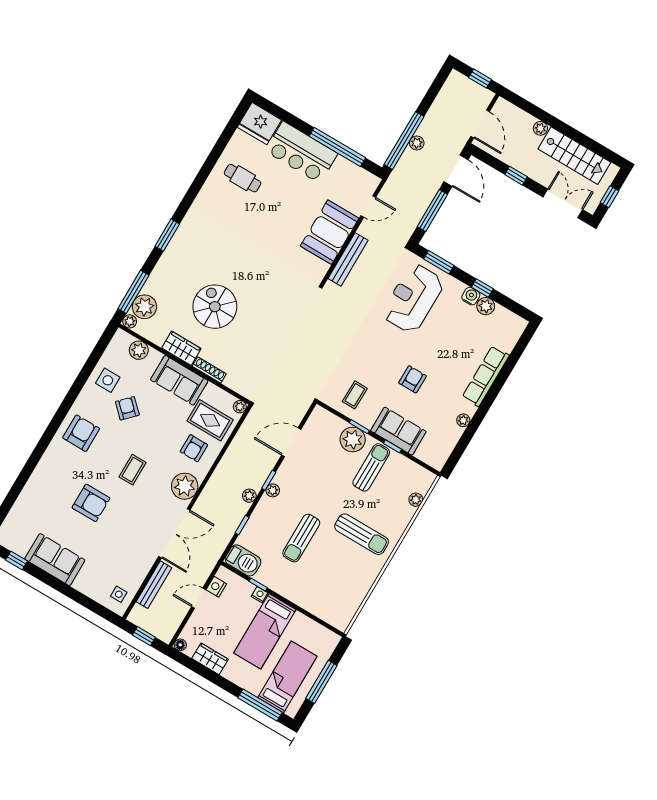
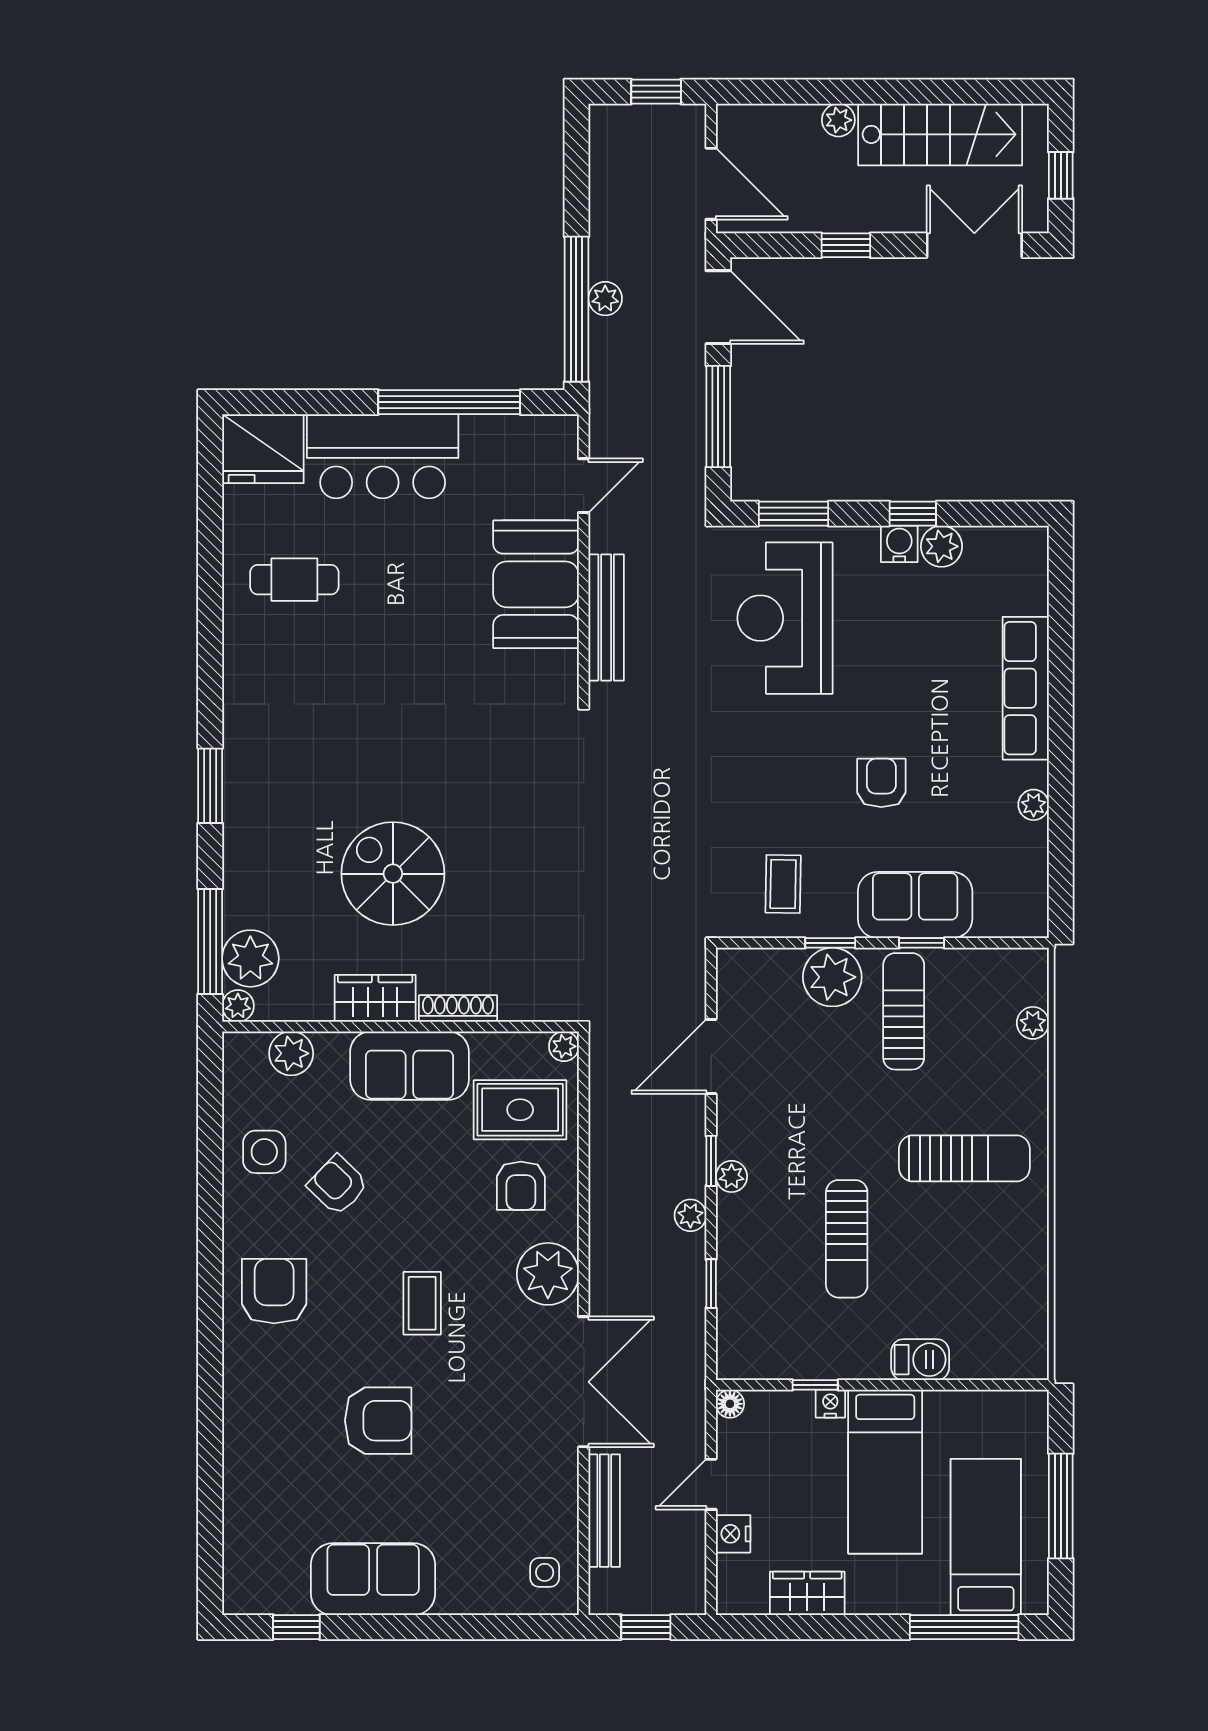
barbecue: (243, 560) -> (920, 1360), moved, width x0.73, depth x0.79
nightstand: (216, 587) -> (733, 1534), moved
floor lamp: (180, 645) -> (730, 1404), moved

